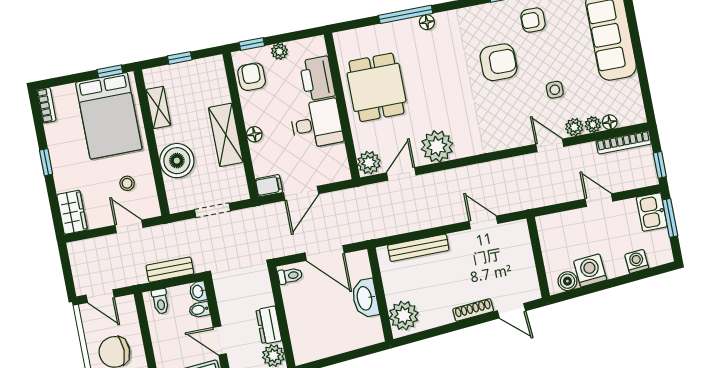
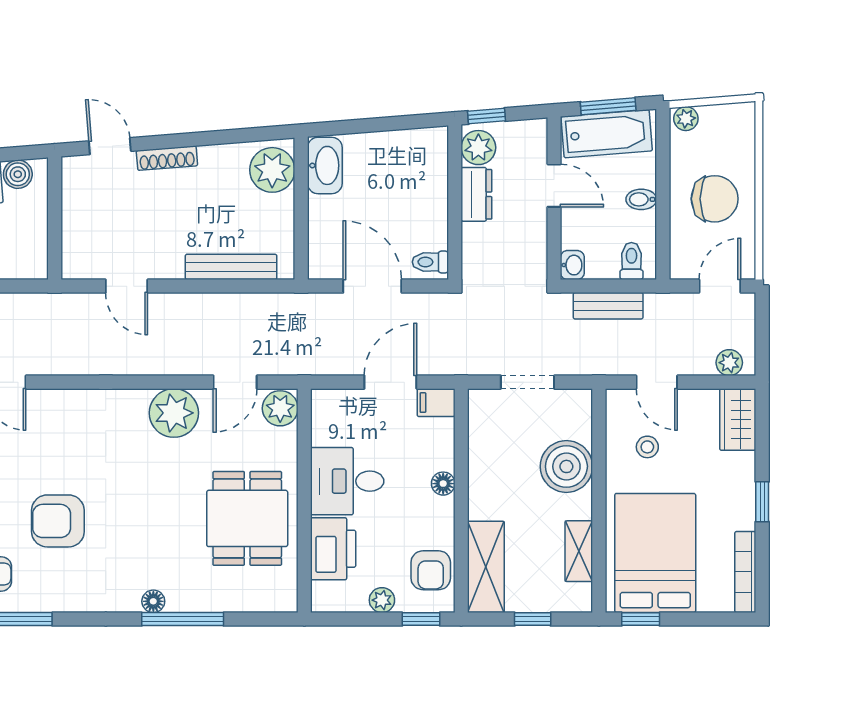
bookcase: (46, 105) -> (745, 572), width x1.56
shelving: (226, 135) -> (486, 567), moved
plant: (85, 248) -> (729, 363), added
door: (100, 296) -> (720, 286), hinge flipped
washbasin: (365, 298) -> (325, 165), moved
bidet: (199, 310) -> (641, 199), moved, turned 180

